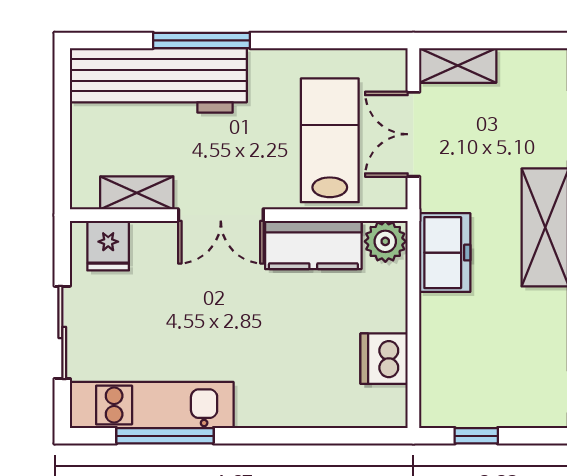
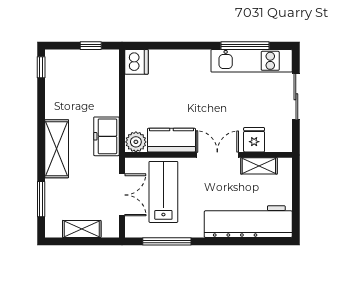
window: (202, 40) -> (167, 241), moved
shelving: (458, 65) -> (82, 229), moved
lab bench: (330, 140) -> (163, 192), turned 180
fridge: (108, 246) -> (254, 140), moved
dishwasher: (384, 359) -> (136, 62), moved

